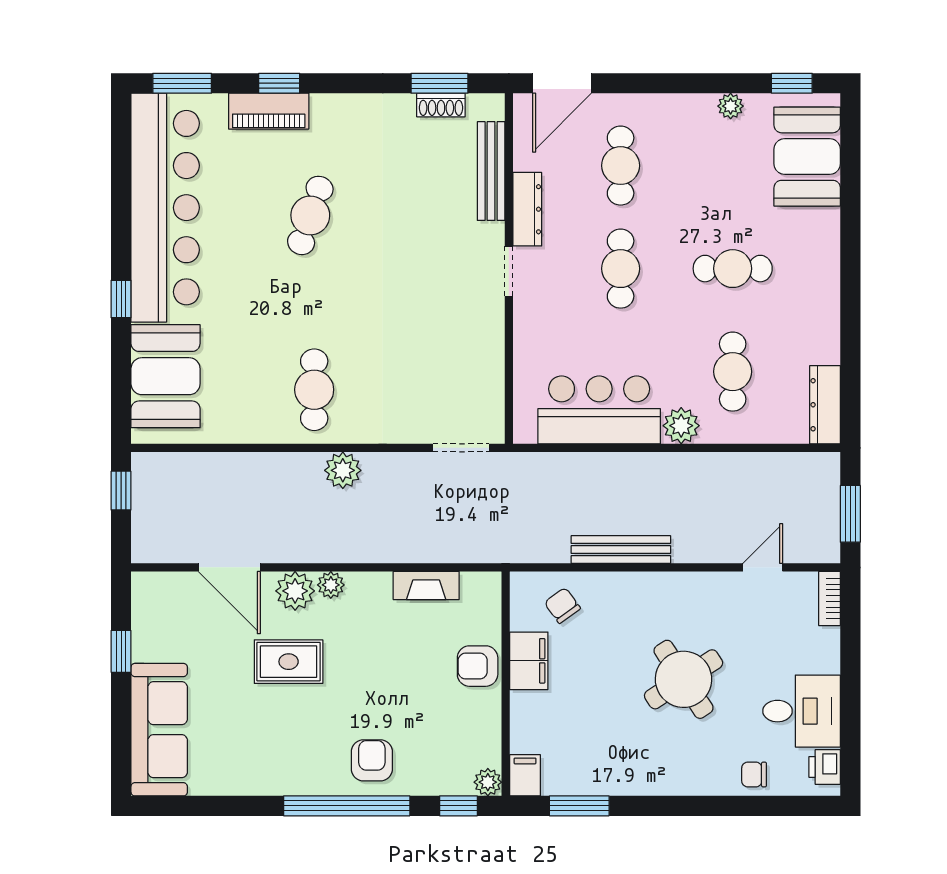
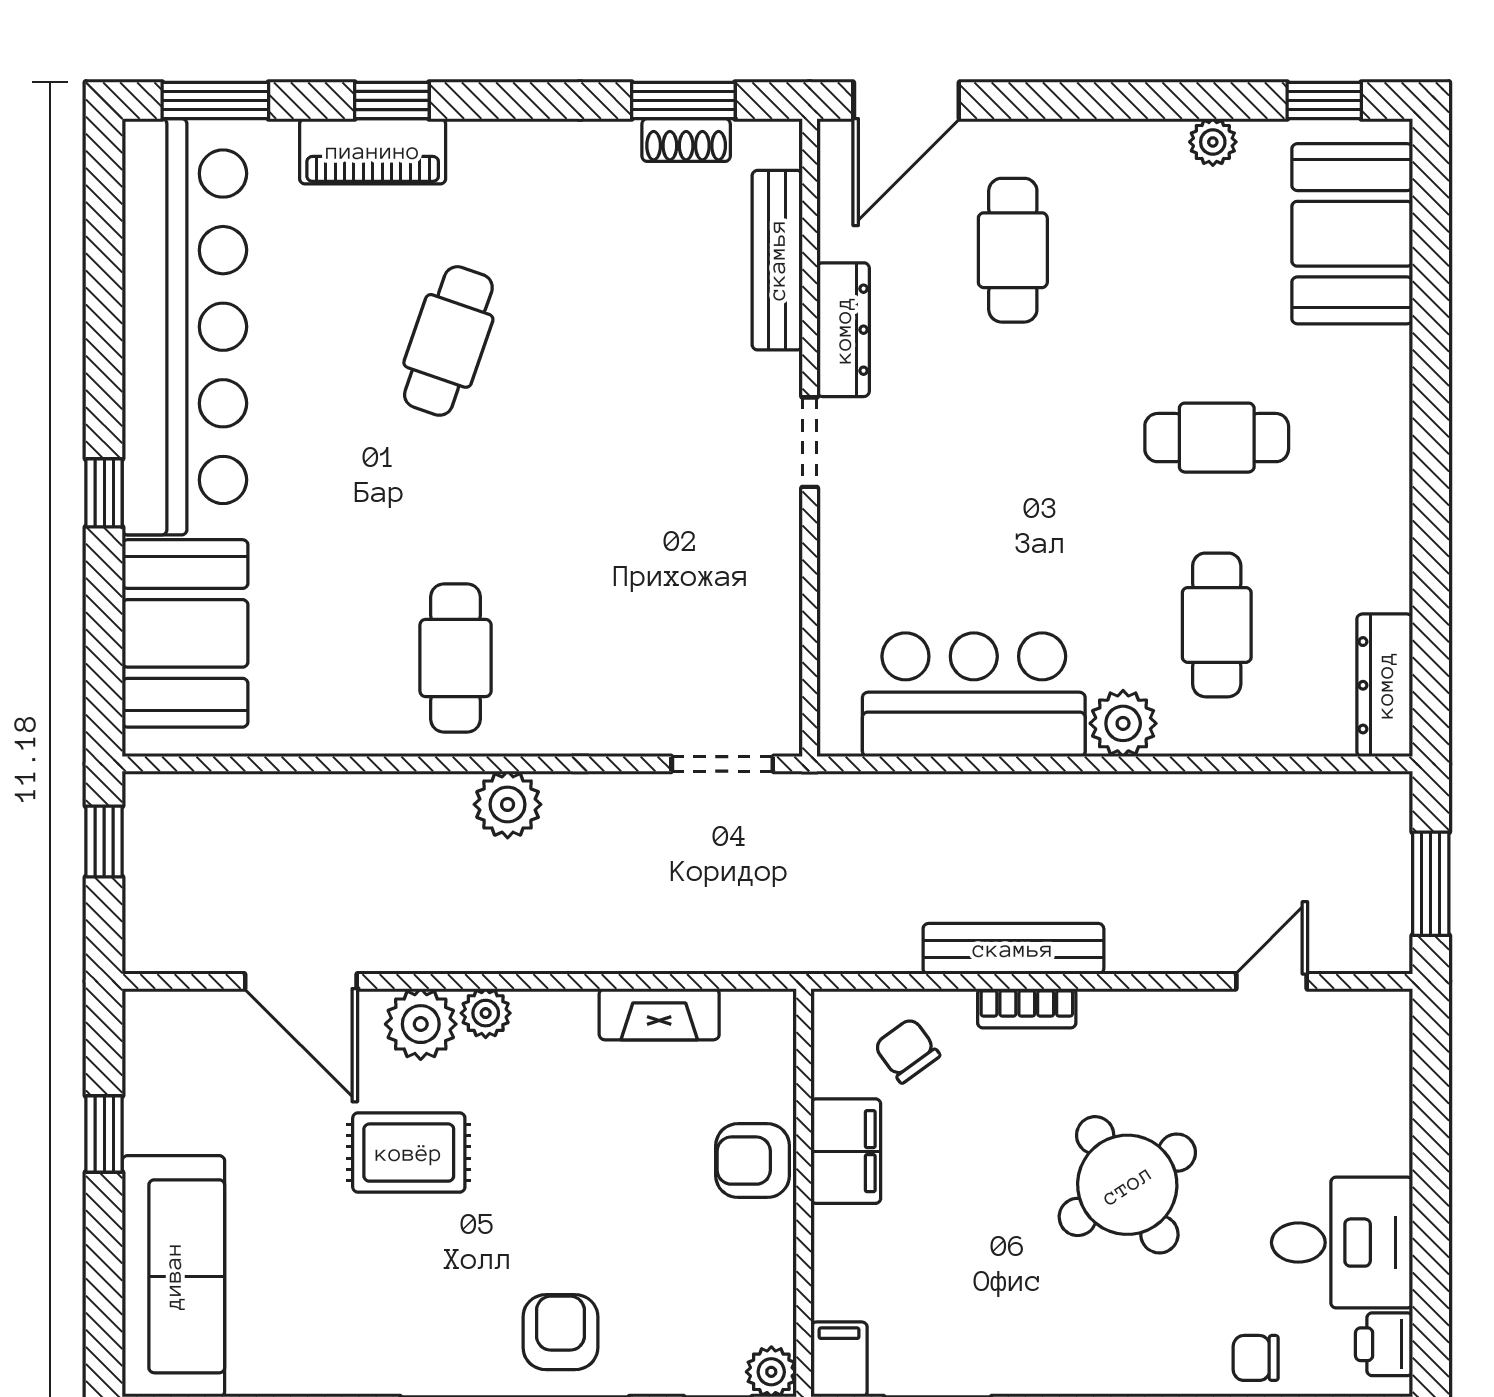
cafe table: (621, 269) -> (1013, 438), removed
bookcase: (830, 598) -> (1027, 1008), moved, turned -90

